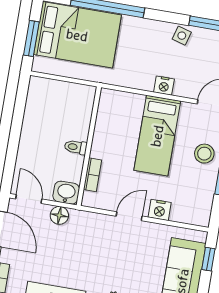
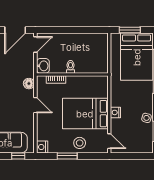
bed: (157, 136) -> (85, 114), width x1.50
nightstand: (160, 210) -> (42, 147), moved
floor lamp: (59, 215) -> (29, 84), moved

